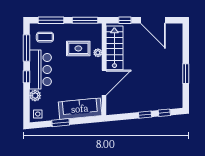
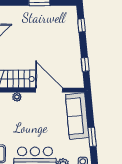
rug: (78, 48) -> (12, 118), removed
window: (145, 115) -> (85, 64), moved

